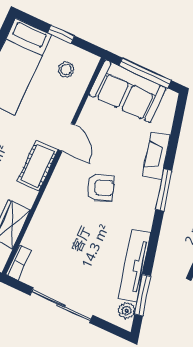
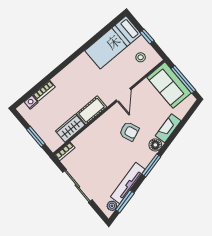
cot: (38, 166) -> (92, 110), moved
floor lamp: (149, 190) -> (155, 145), added
window: (164, 190) -> (151, 165), moved

